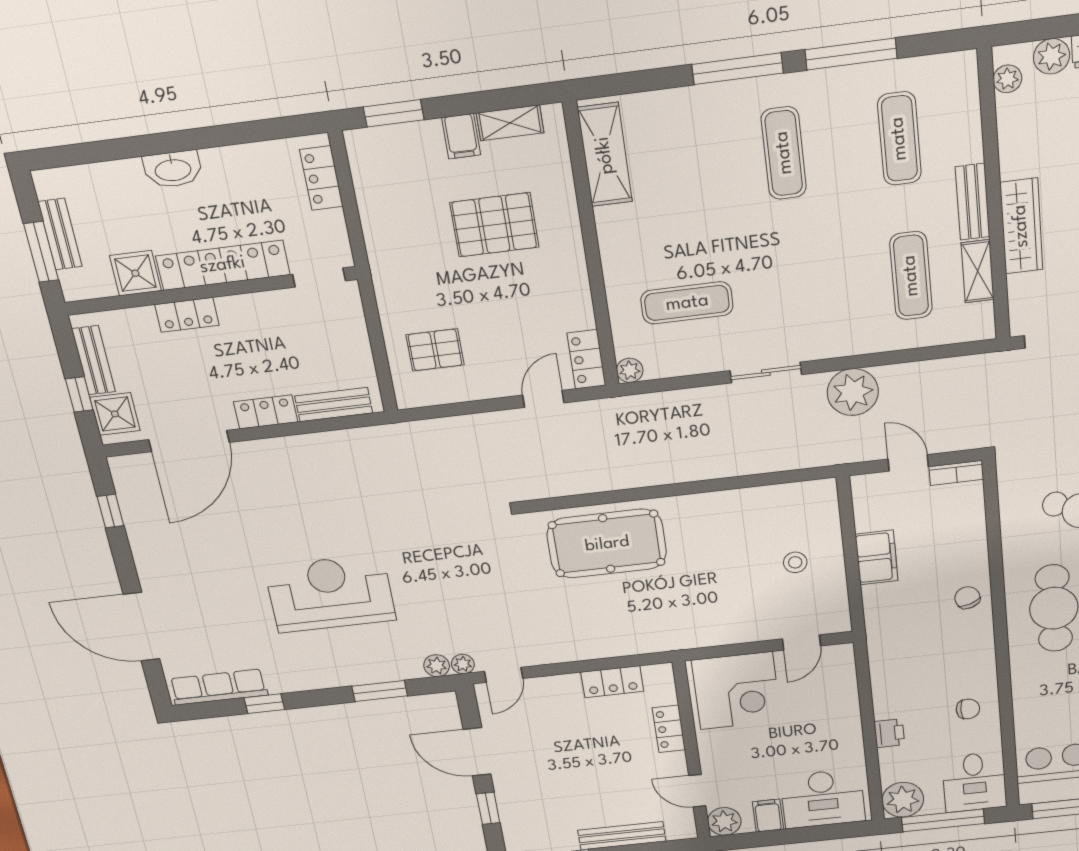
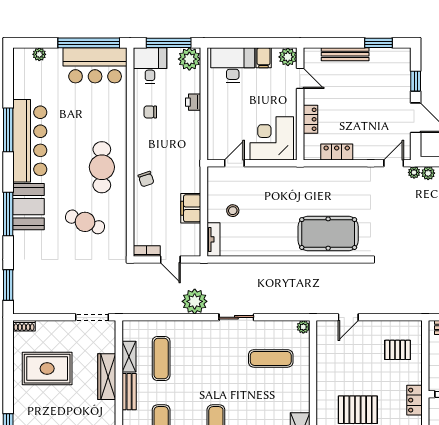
locker: (586, 359) -> (414, 400), moved, turned 180
tv unit: (827, 508) -> (214, 239), added

